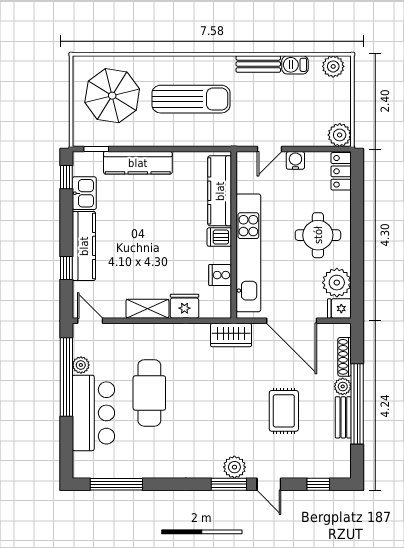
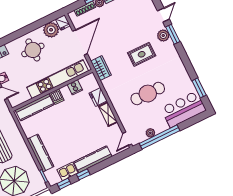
window: (66, 268) -> (83, 174), moved
rug: (284, 411) -> (142, 54), moved
bar counter: (93, 413) -> (184, 109), moved
window: (116, 484) -> (199, 88), width x0.69

